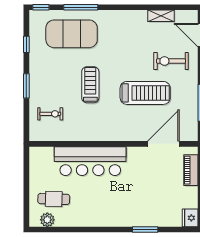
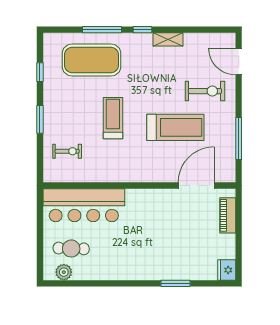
window: (41, 7) -> (143, 30), moved
shelving: (161, 16) -> (168, 39), moved
exercise bike: (171, 61) -> (205, 91), turned 180
bar counter: (90, 161) -> (84, 205), moved

